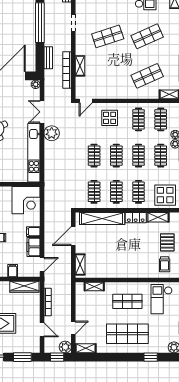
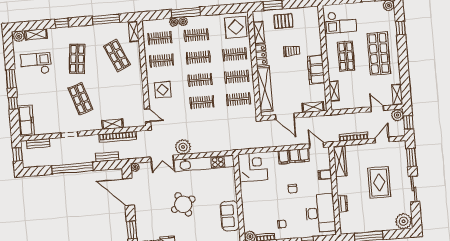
shop shelf: (147, 36) -> (77, 59), turned 30
trolley: (165, 264) -> (291, 51), moved
filing cabinet: (117, 271) -> (316, 70), added

